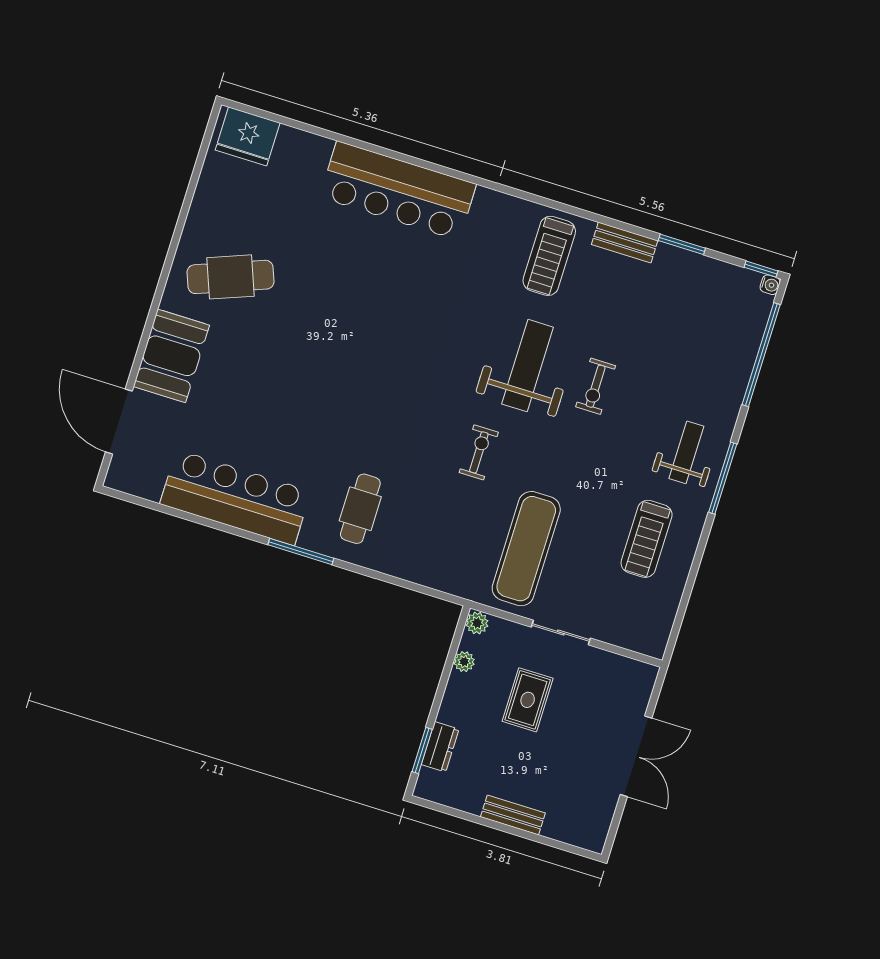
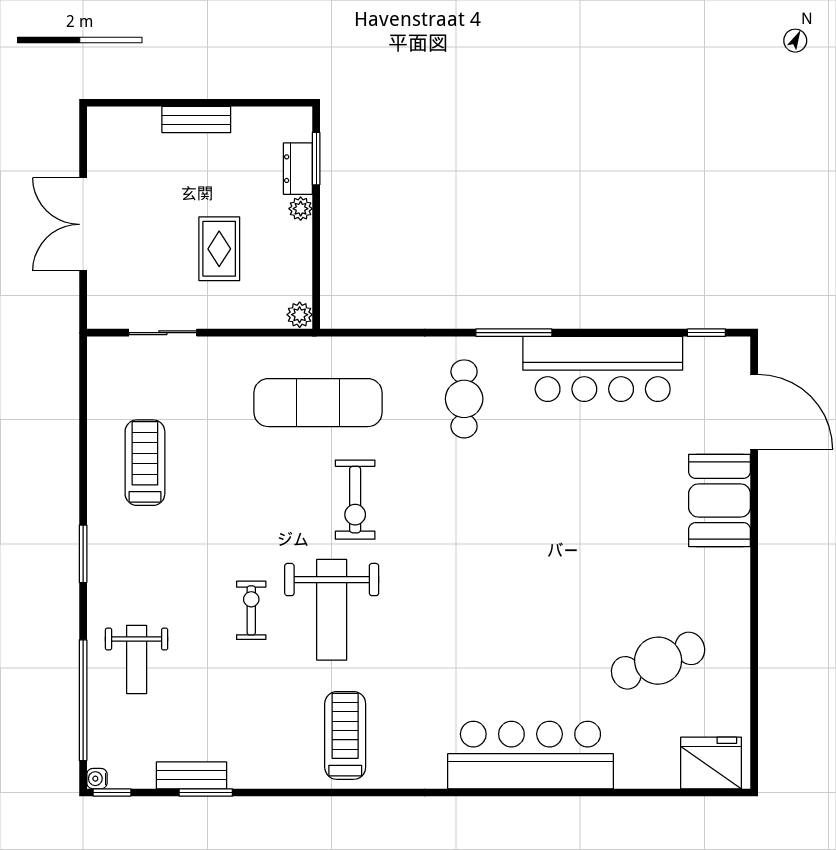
bench: (625, 242) -> (191, 775), moved
cafe table: (231, 277) -> (658, 661), moved
exercise bike: (479, 452) -> (355, 500), width x1.38, depth x1.39
weight bench: (686, 452) -> (137, 659), moved
window: (723, 478) -> (83, 554), width x0.69
window: (138, 501) -> (706, 333), added
exercise mat: (526, 549) -> (318, 403), moved, turned 90
sliding door: (561, 633) -> (163, 333), moved
plant: (464, 662) -> (301, 209), moved

